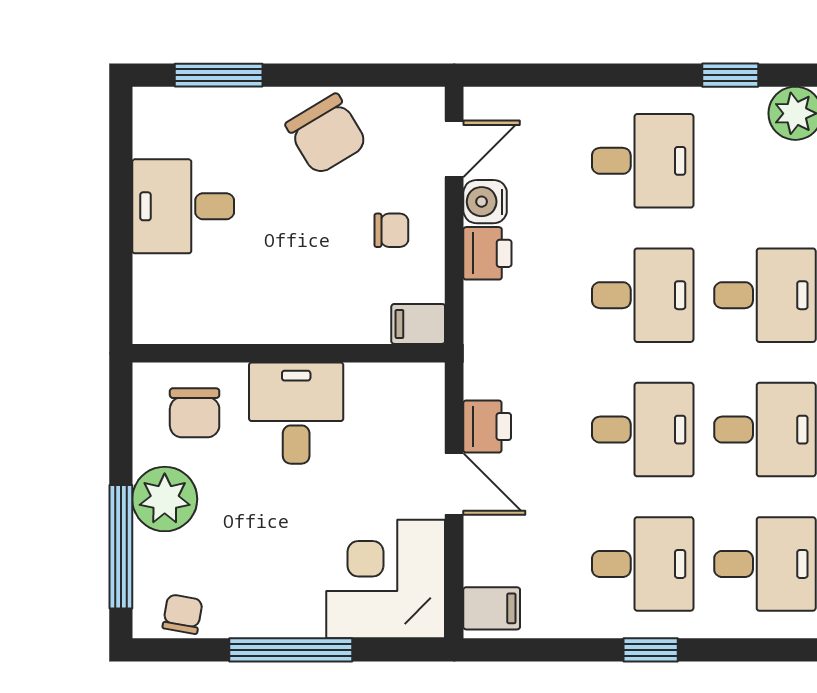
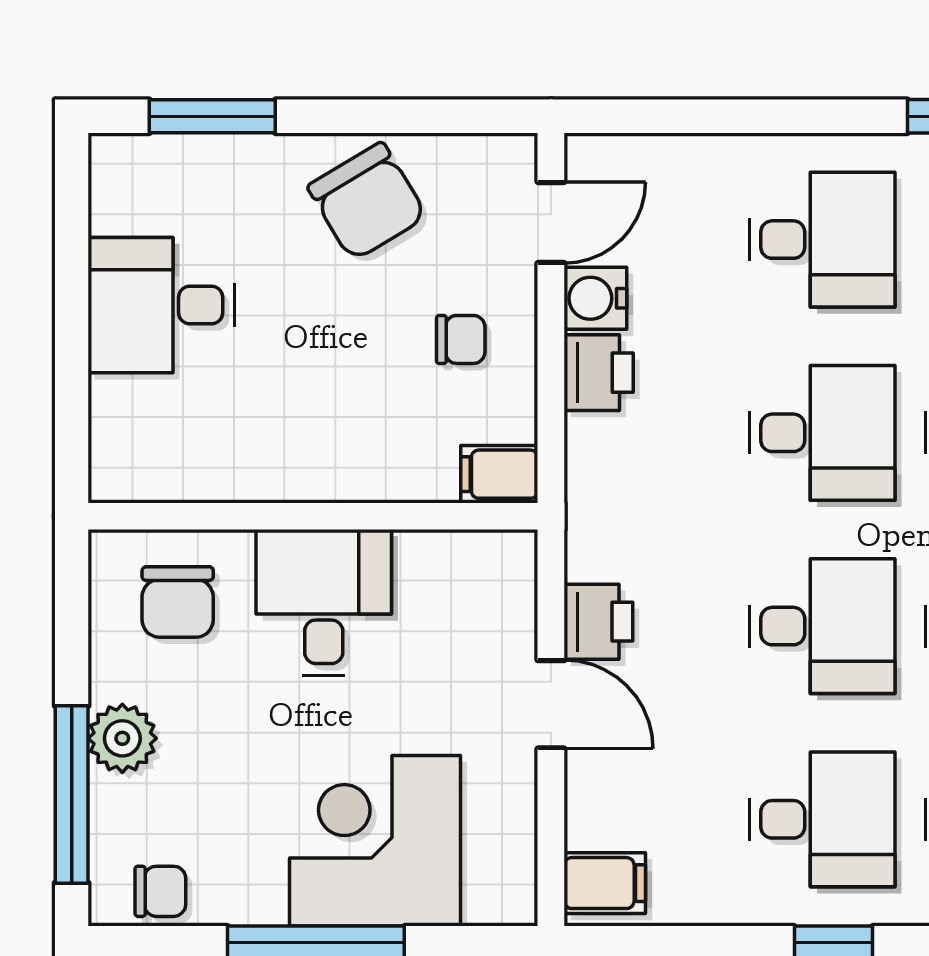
plant: (165, 499) -> (122, 738), width x0.73, depth x0.73
corner desk: (386, 579) -> (375, 841), moved
chair: (183, 614) -> (160, 891), turned 80

